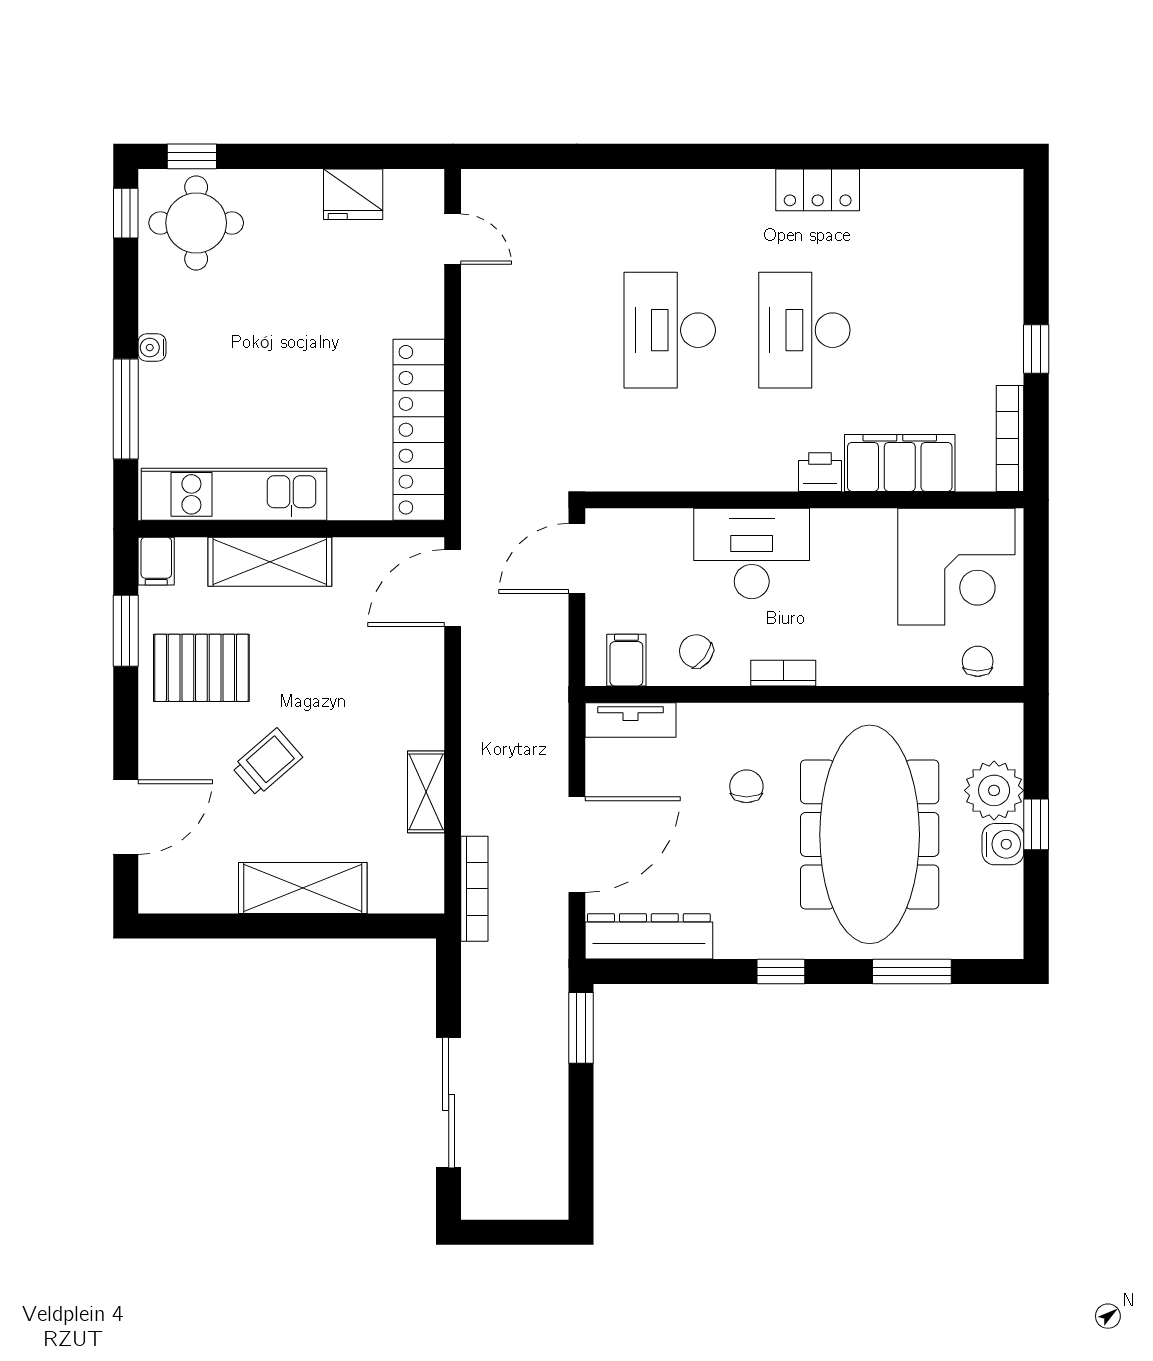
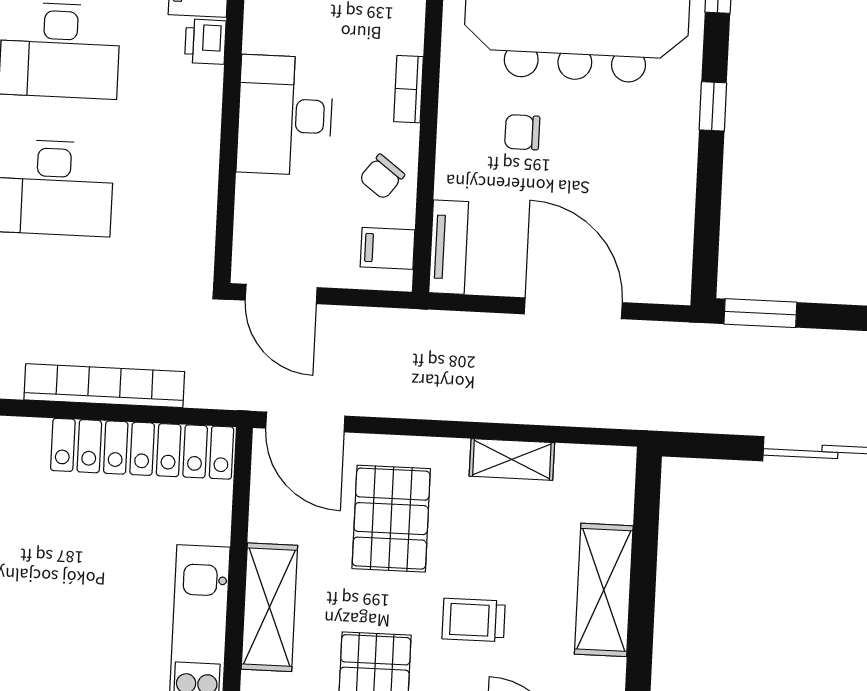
pallet: (362, 677) -> (391, 519), added
trolley: (267, 762) -> (474, 620), turned -49
bookcase: (474, 889) -> (104, 386), moved, width x1.48, depth x1.31
dresser: (649, 936) -> (670, 239), removed

